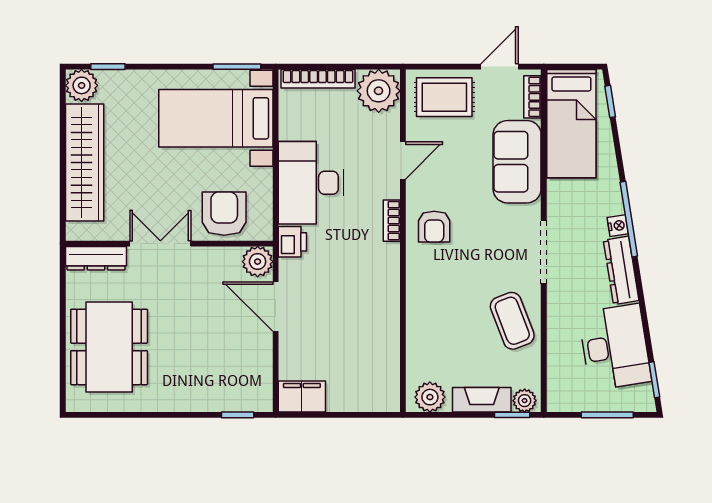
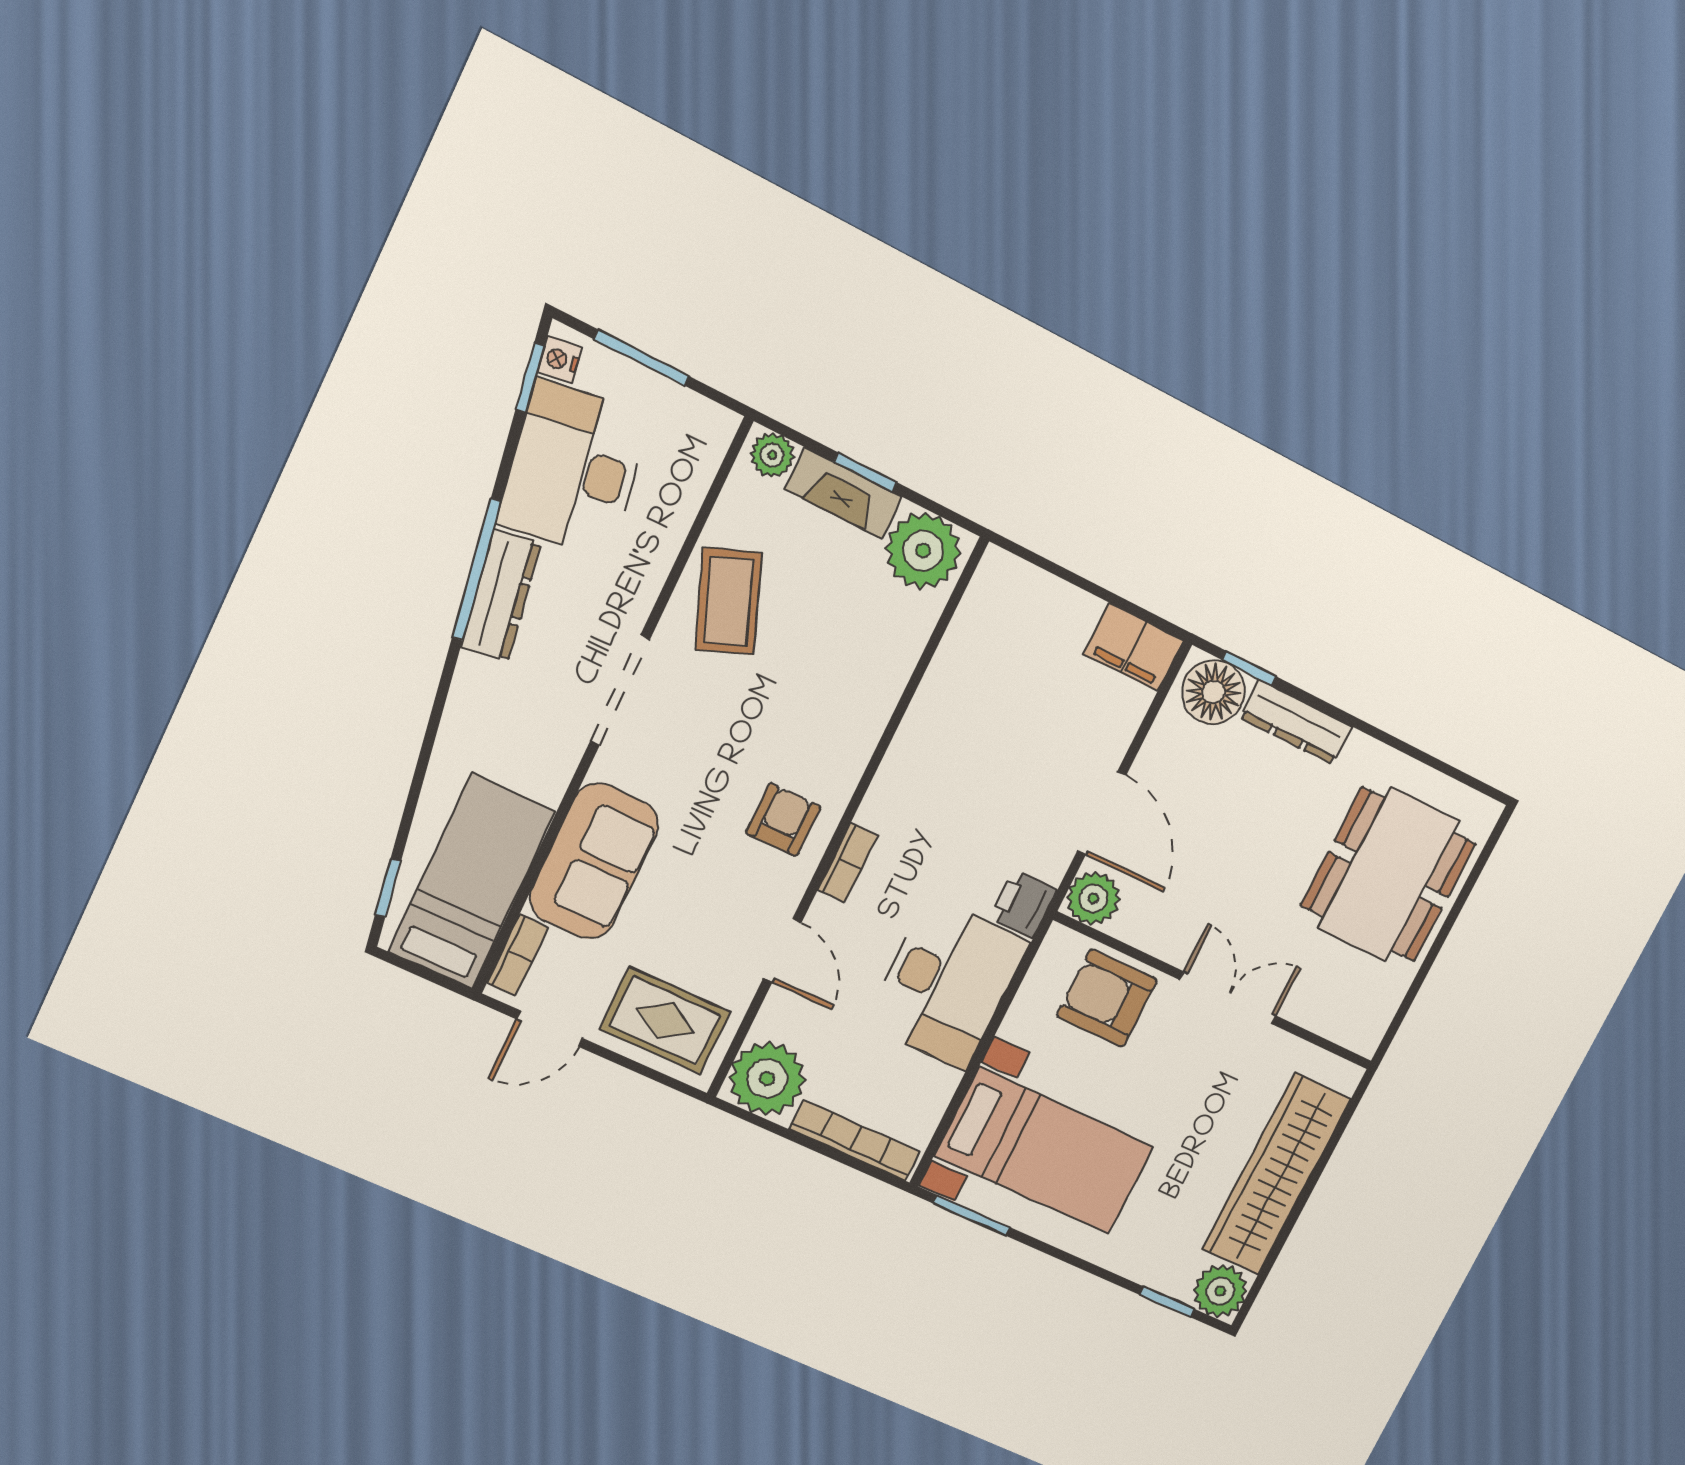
door: (403, 161) -> (782, 950), swing flipped
armchair: (224, 214) -> (1107, 998), turned 90
window: (629, 219) -> (477, 570), moved
nightstand: (618, 226) -> (560, 360), moved
double door: (160, 244) -> (1228, 998), swing flipped
dresser: (96, 258) -> (1296, 722), moved, turned 180
floor lamp: (250, 394) -> (1214, 692), added
plant: (430, 397) -> (923, 551), width x1.36, depth x1.36
window: (512, 415) -> (865, 472), moved

